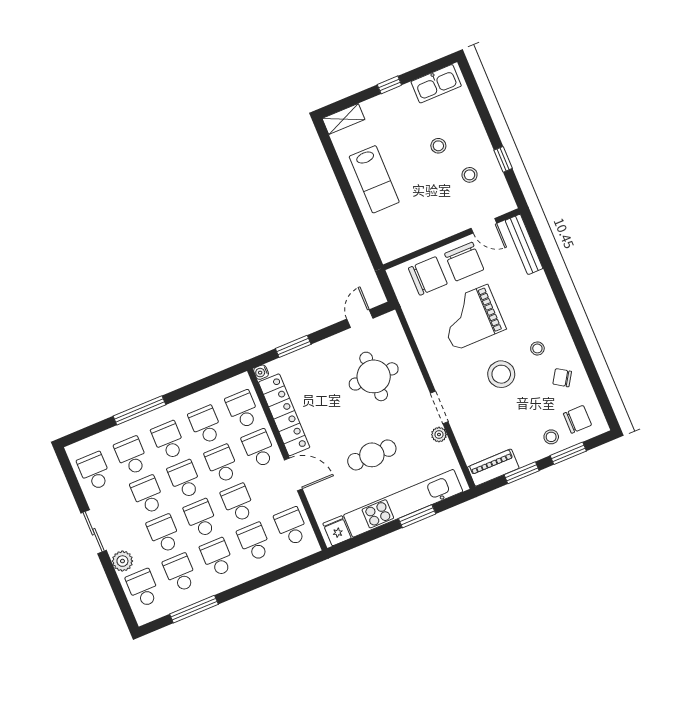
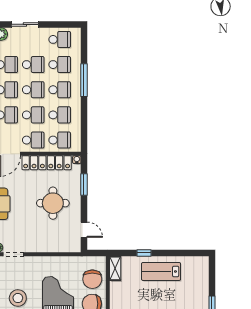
shelving: (344, 119) -> (115, 268), moved
window: (357, 216) -> (144, 253), added
round table: (374, 376) -> (53, 203), moved

